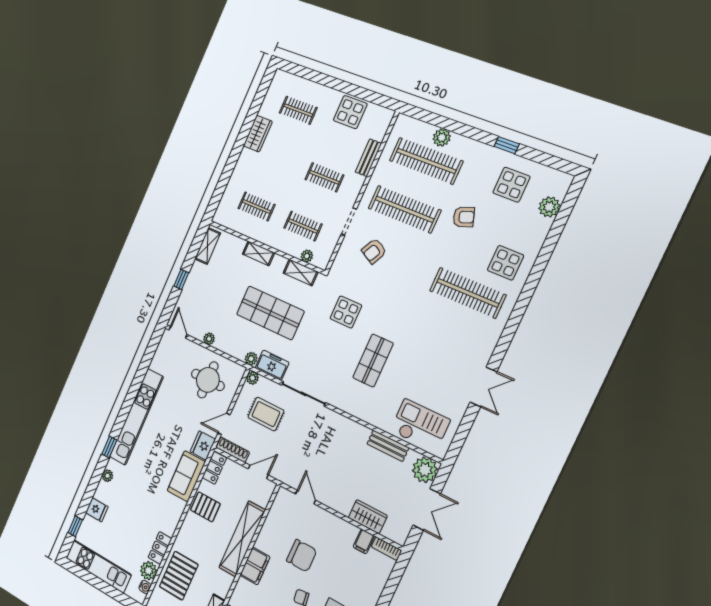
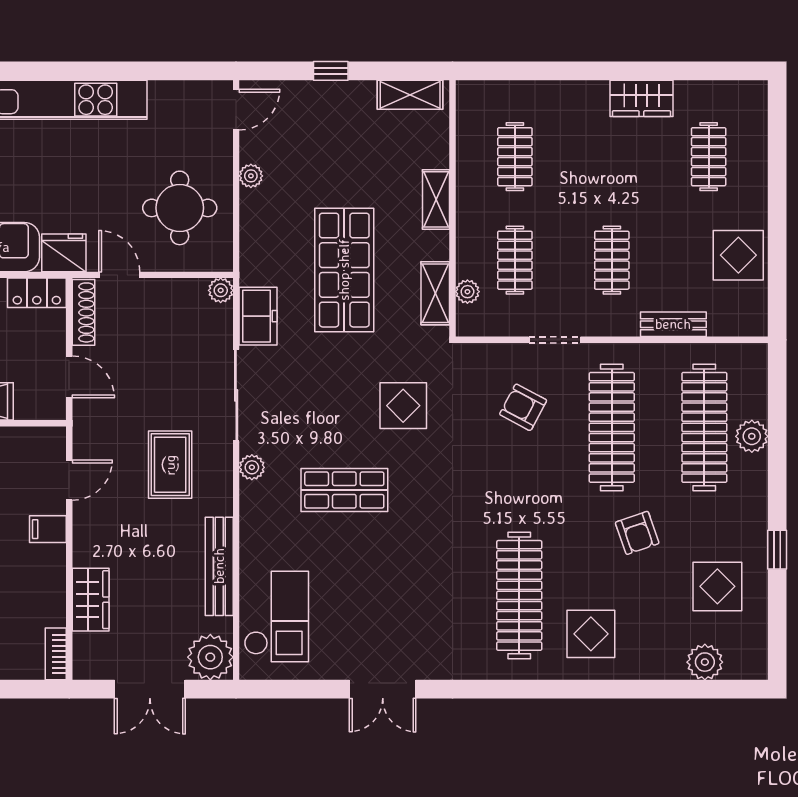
plant: (251, 359) -> (252, 467), moved
rug: (266, 414) -> (170, 465), moved
bench: (388, 446) -> (219, 566), width x1.36
filing cabinet: (364, 541) -> (48, 529), moved

